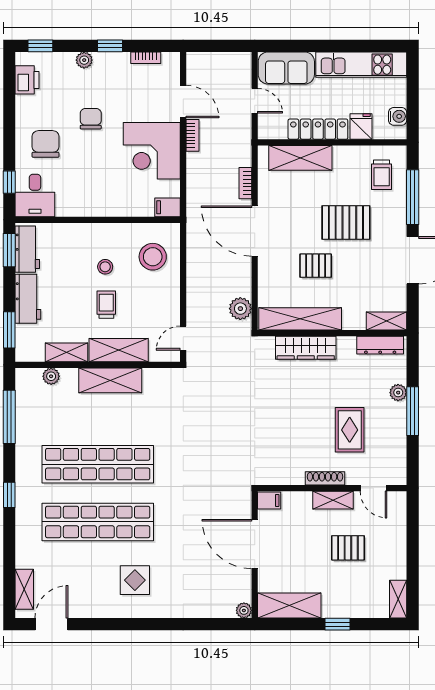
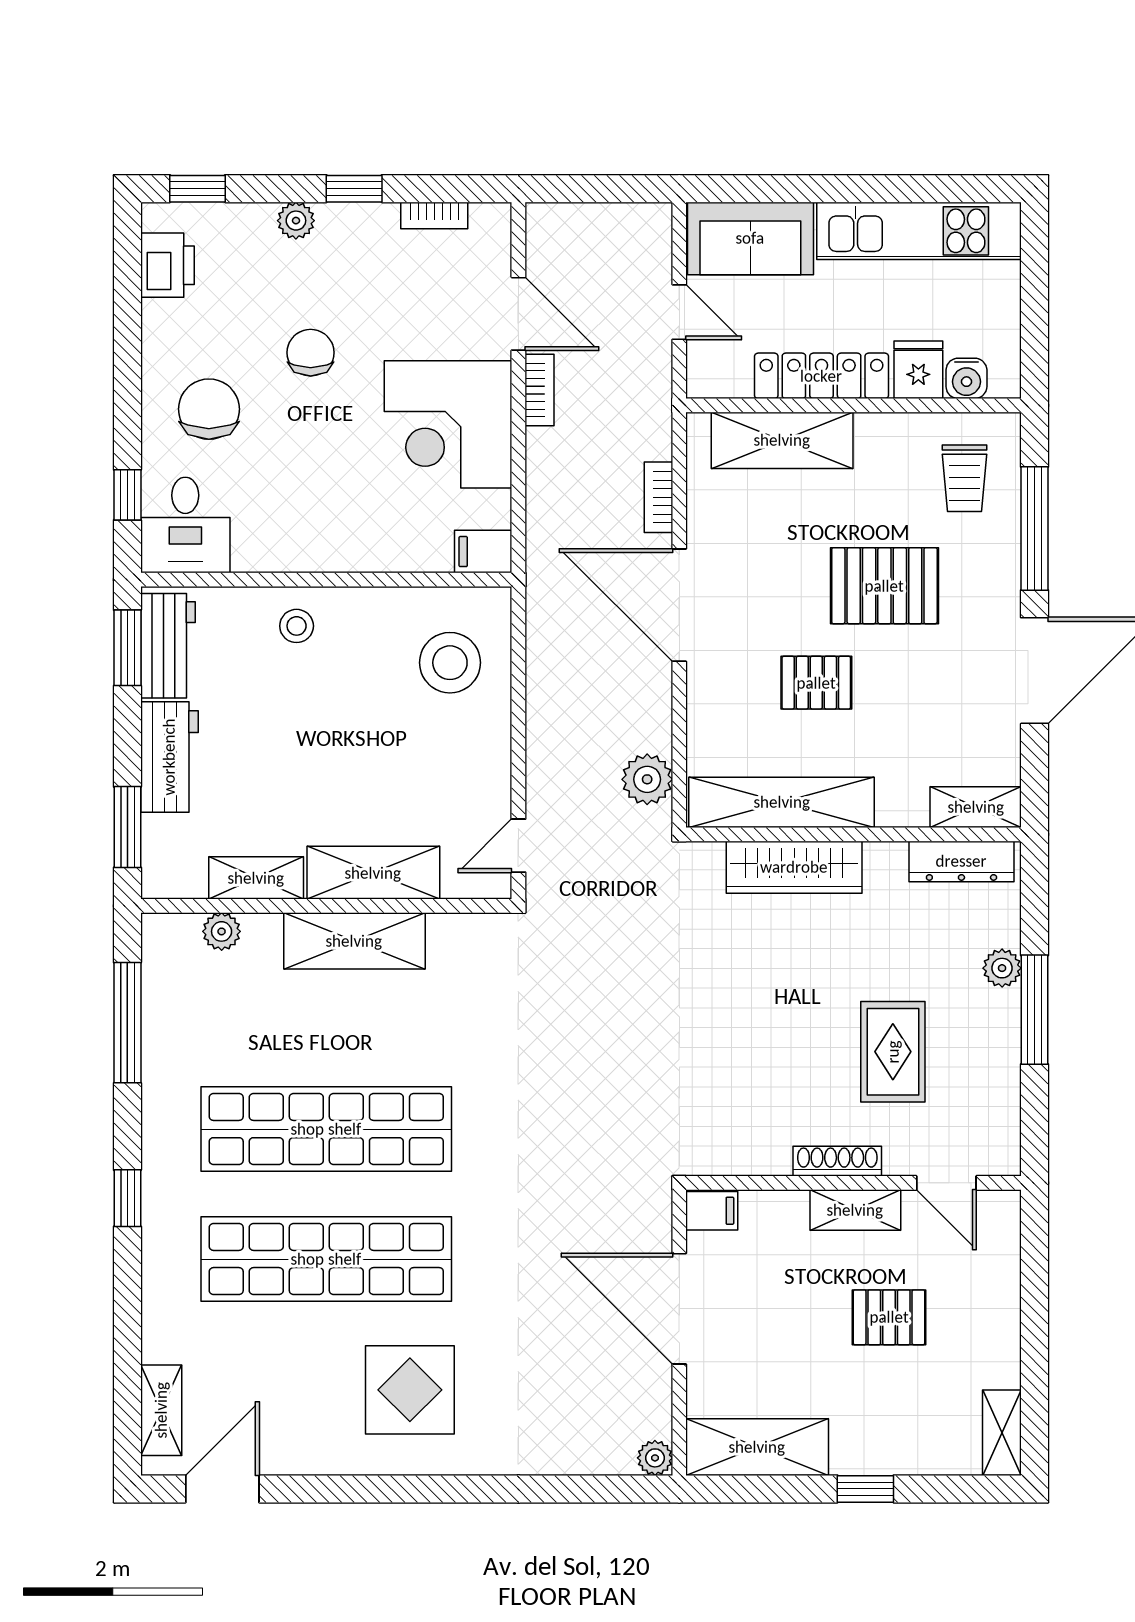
water cooler: (398, 116) -> (966, 378), moved, turned 90
stool: (105, 267) -> (297, 626), moved
trolley: (106, 305) -> (346, 770), removed
display table: (135, 580) -> (410, 1390), width x1.36, depth x1.36

